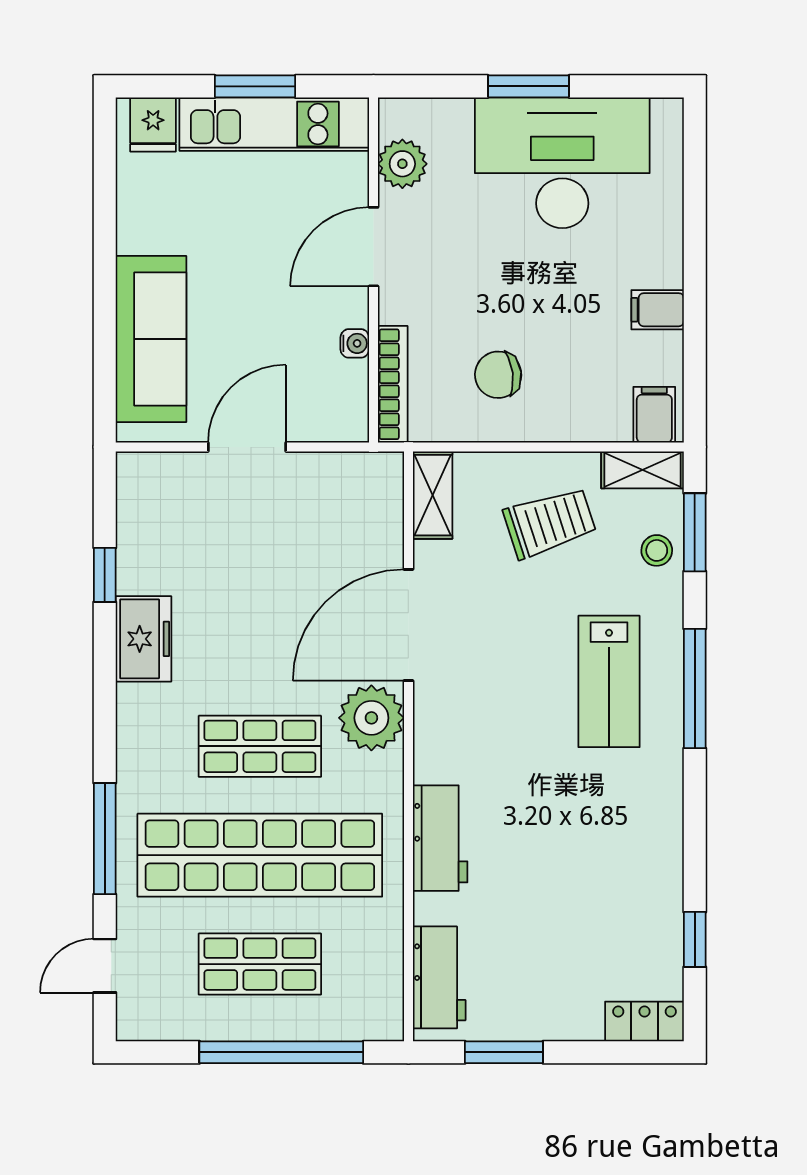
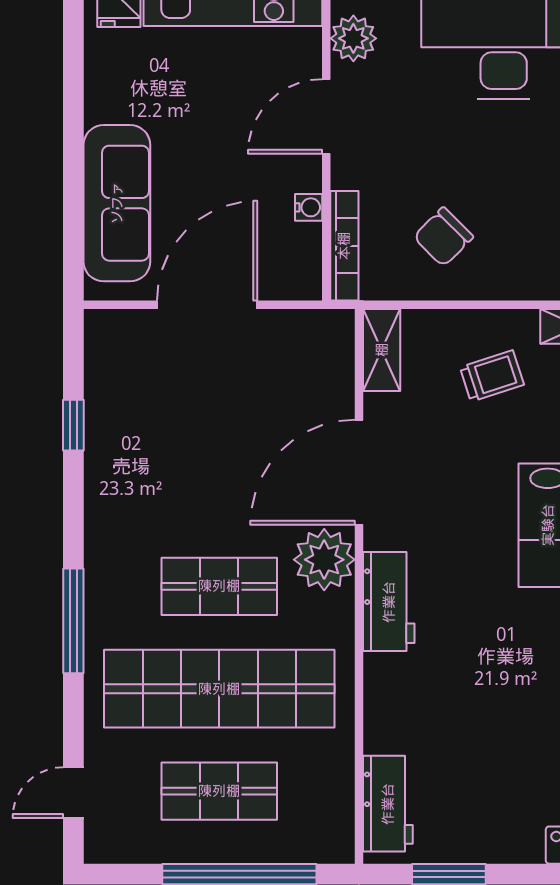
chair: (498, 375) -> (443, 237), turned -38
door: (247, 447) -> (207, 305), width x1.36
trolley: (550, 523) -> (492, 376), width x0.73, depth x0.72
freezer: (143, 639) -> (110, 485), removed
workbench: (440, 838) -> (389, 602), moved
window: (105, 839) -> (73, 621), moved

